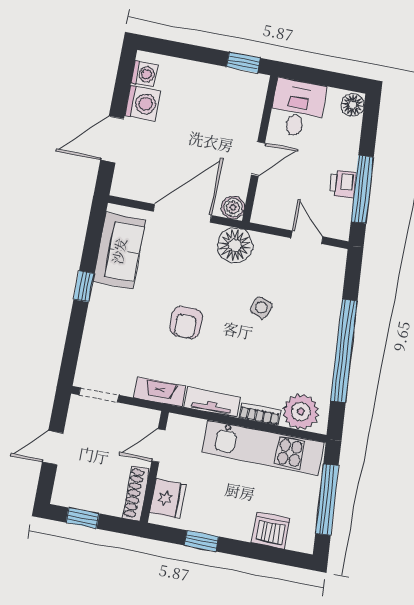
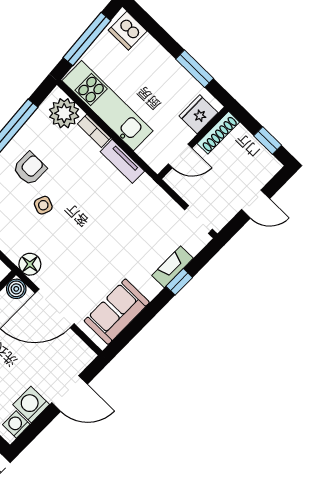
floor lamp: (235, 245) -> (30, 264), width x0.73, depth x0.73
window: (84, 286) -> (179, 282), moved
armchair: (186, 322) -> (30, 169), moved
fireplace: (160, 392) -> (173, 267), moved, turned 90
dishwasher: (271, 530) -> (128, 31), moved
window: (201, 541) -> (195, 69), width x1.50

